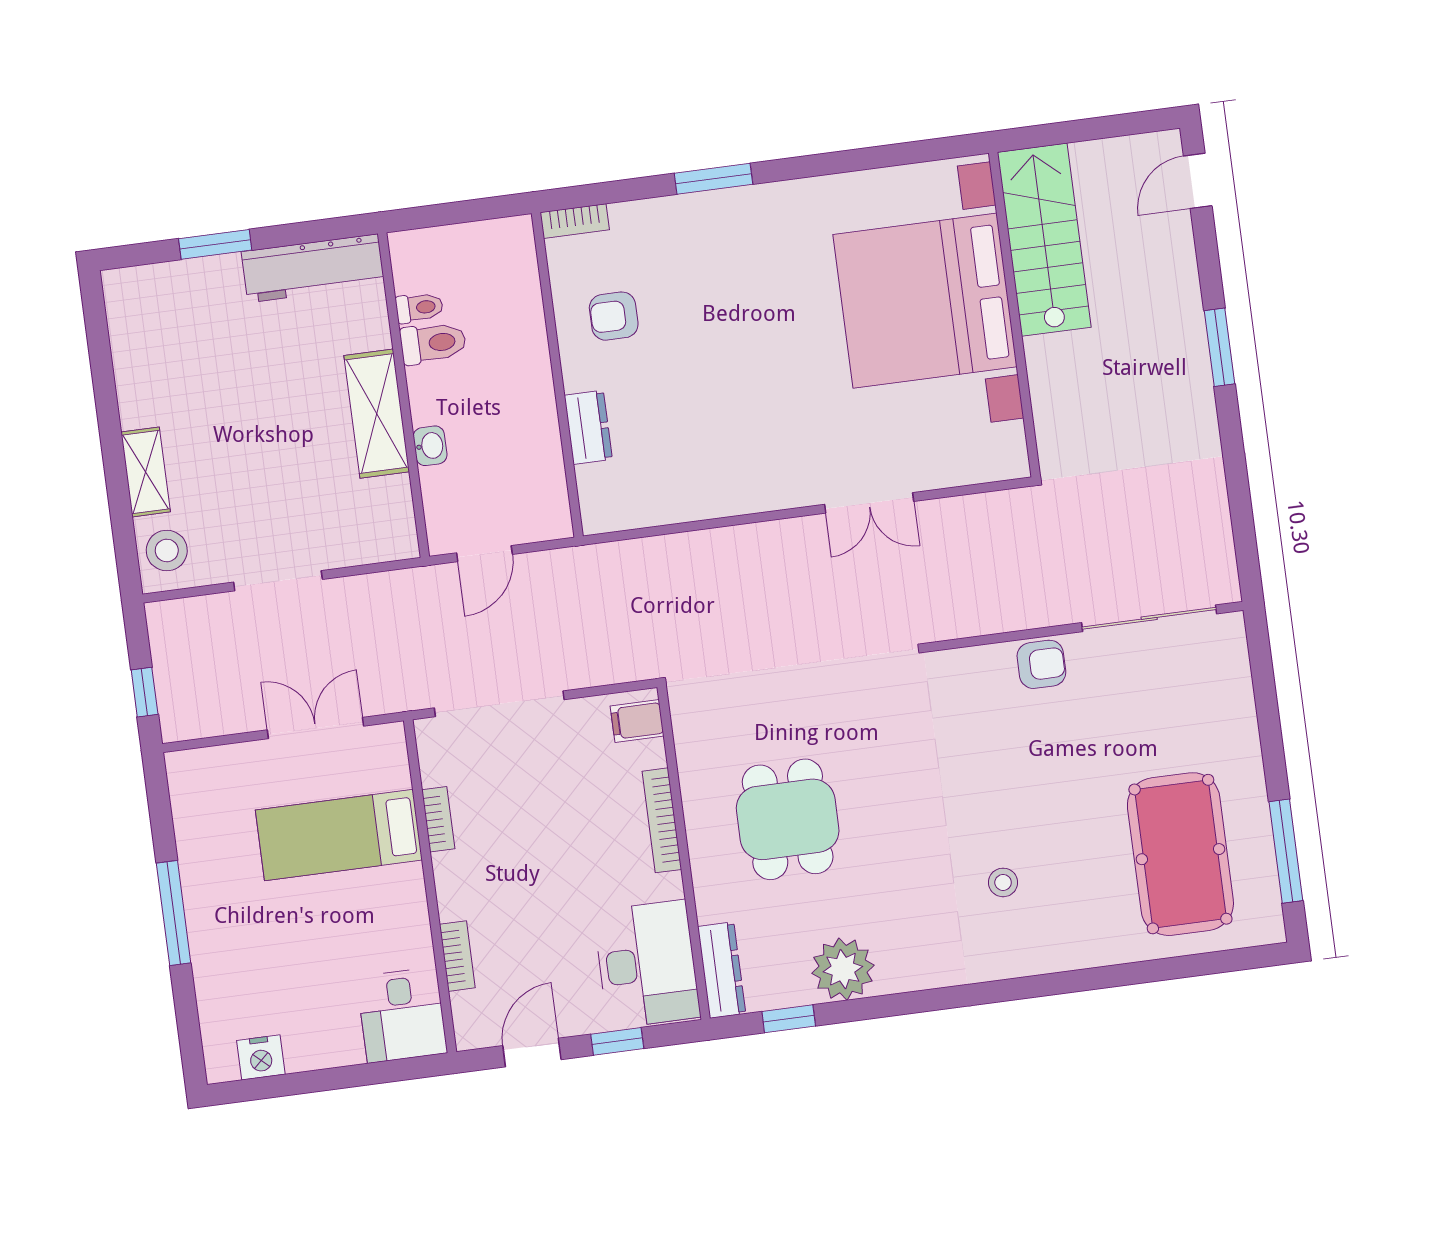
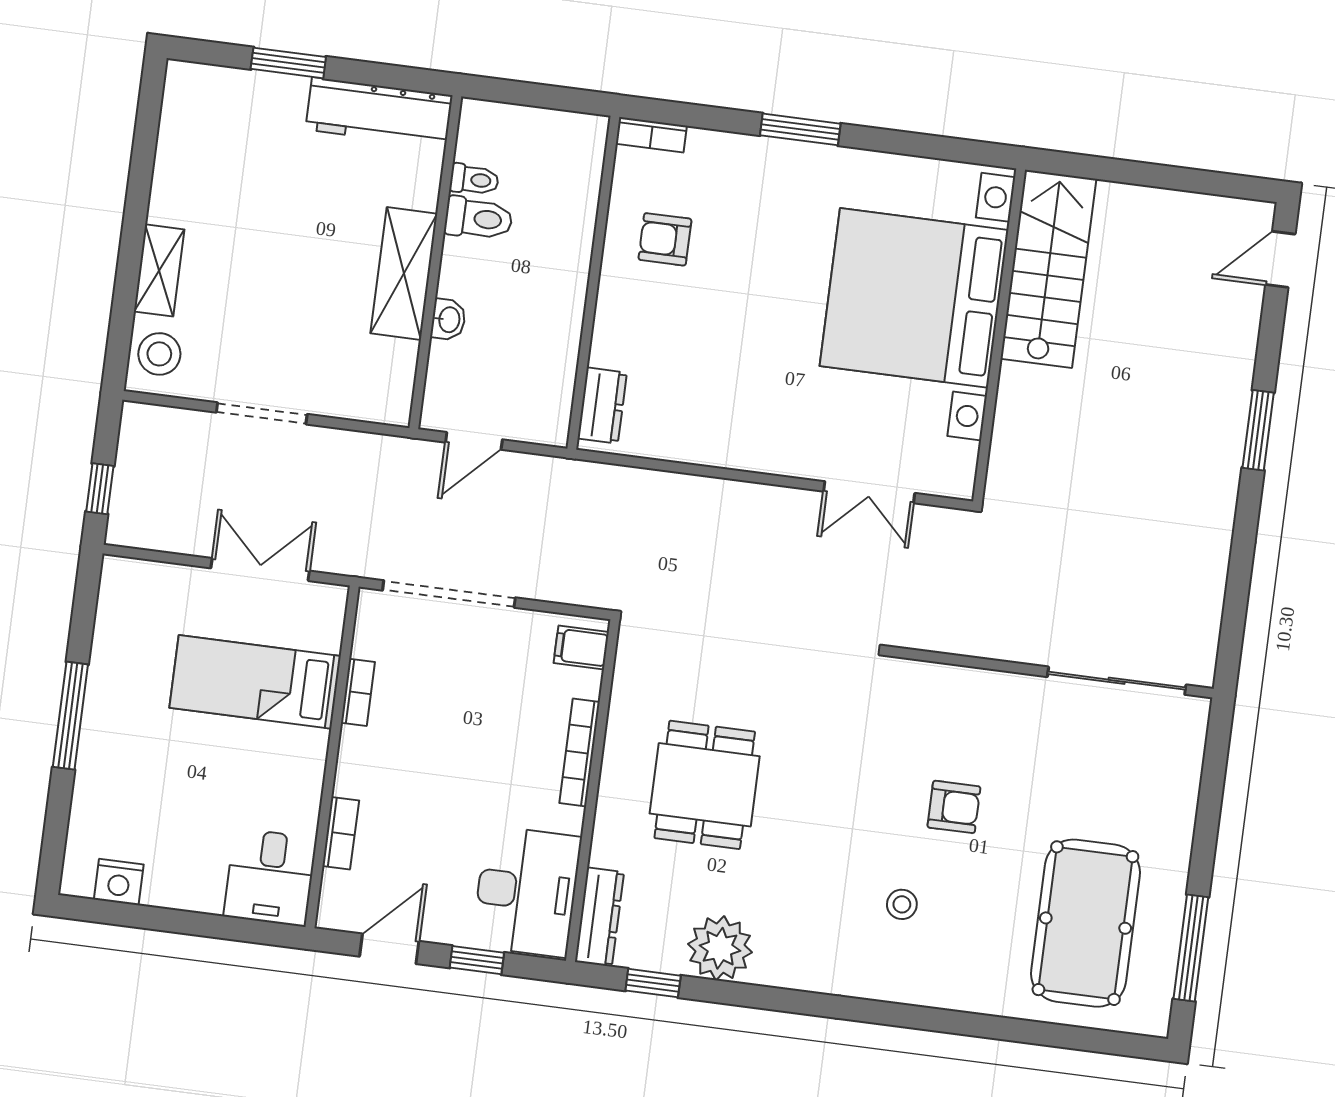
stairs: (1044, 240) -> (1048, 269), moved
bed with nightstands: (925, 301) -> (914, 298), moved
wall: (1014, 315) -> (999, 335), moved
dresser: (588, 427) -> (602, 406), moved
armchair: (1041, 664) -> (954, 807), moved

